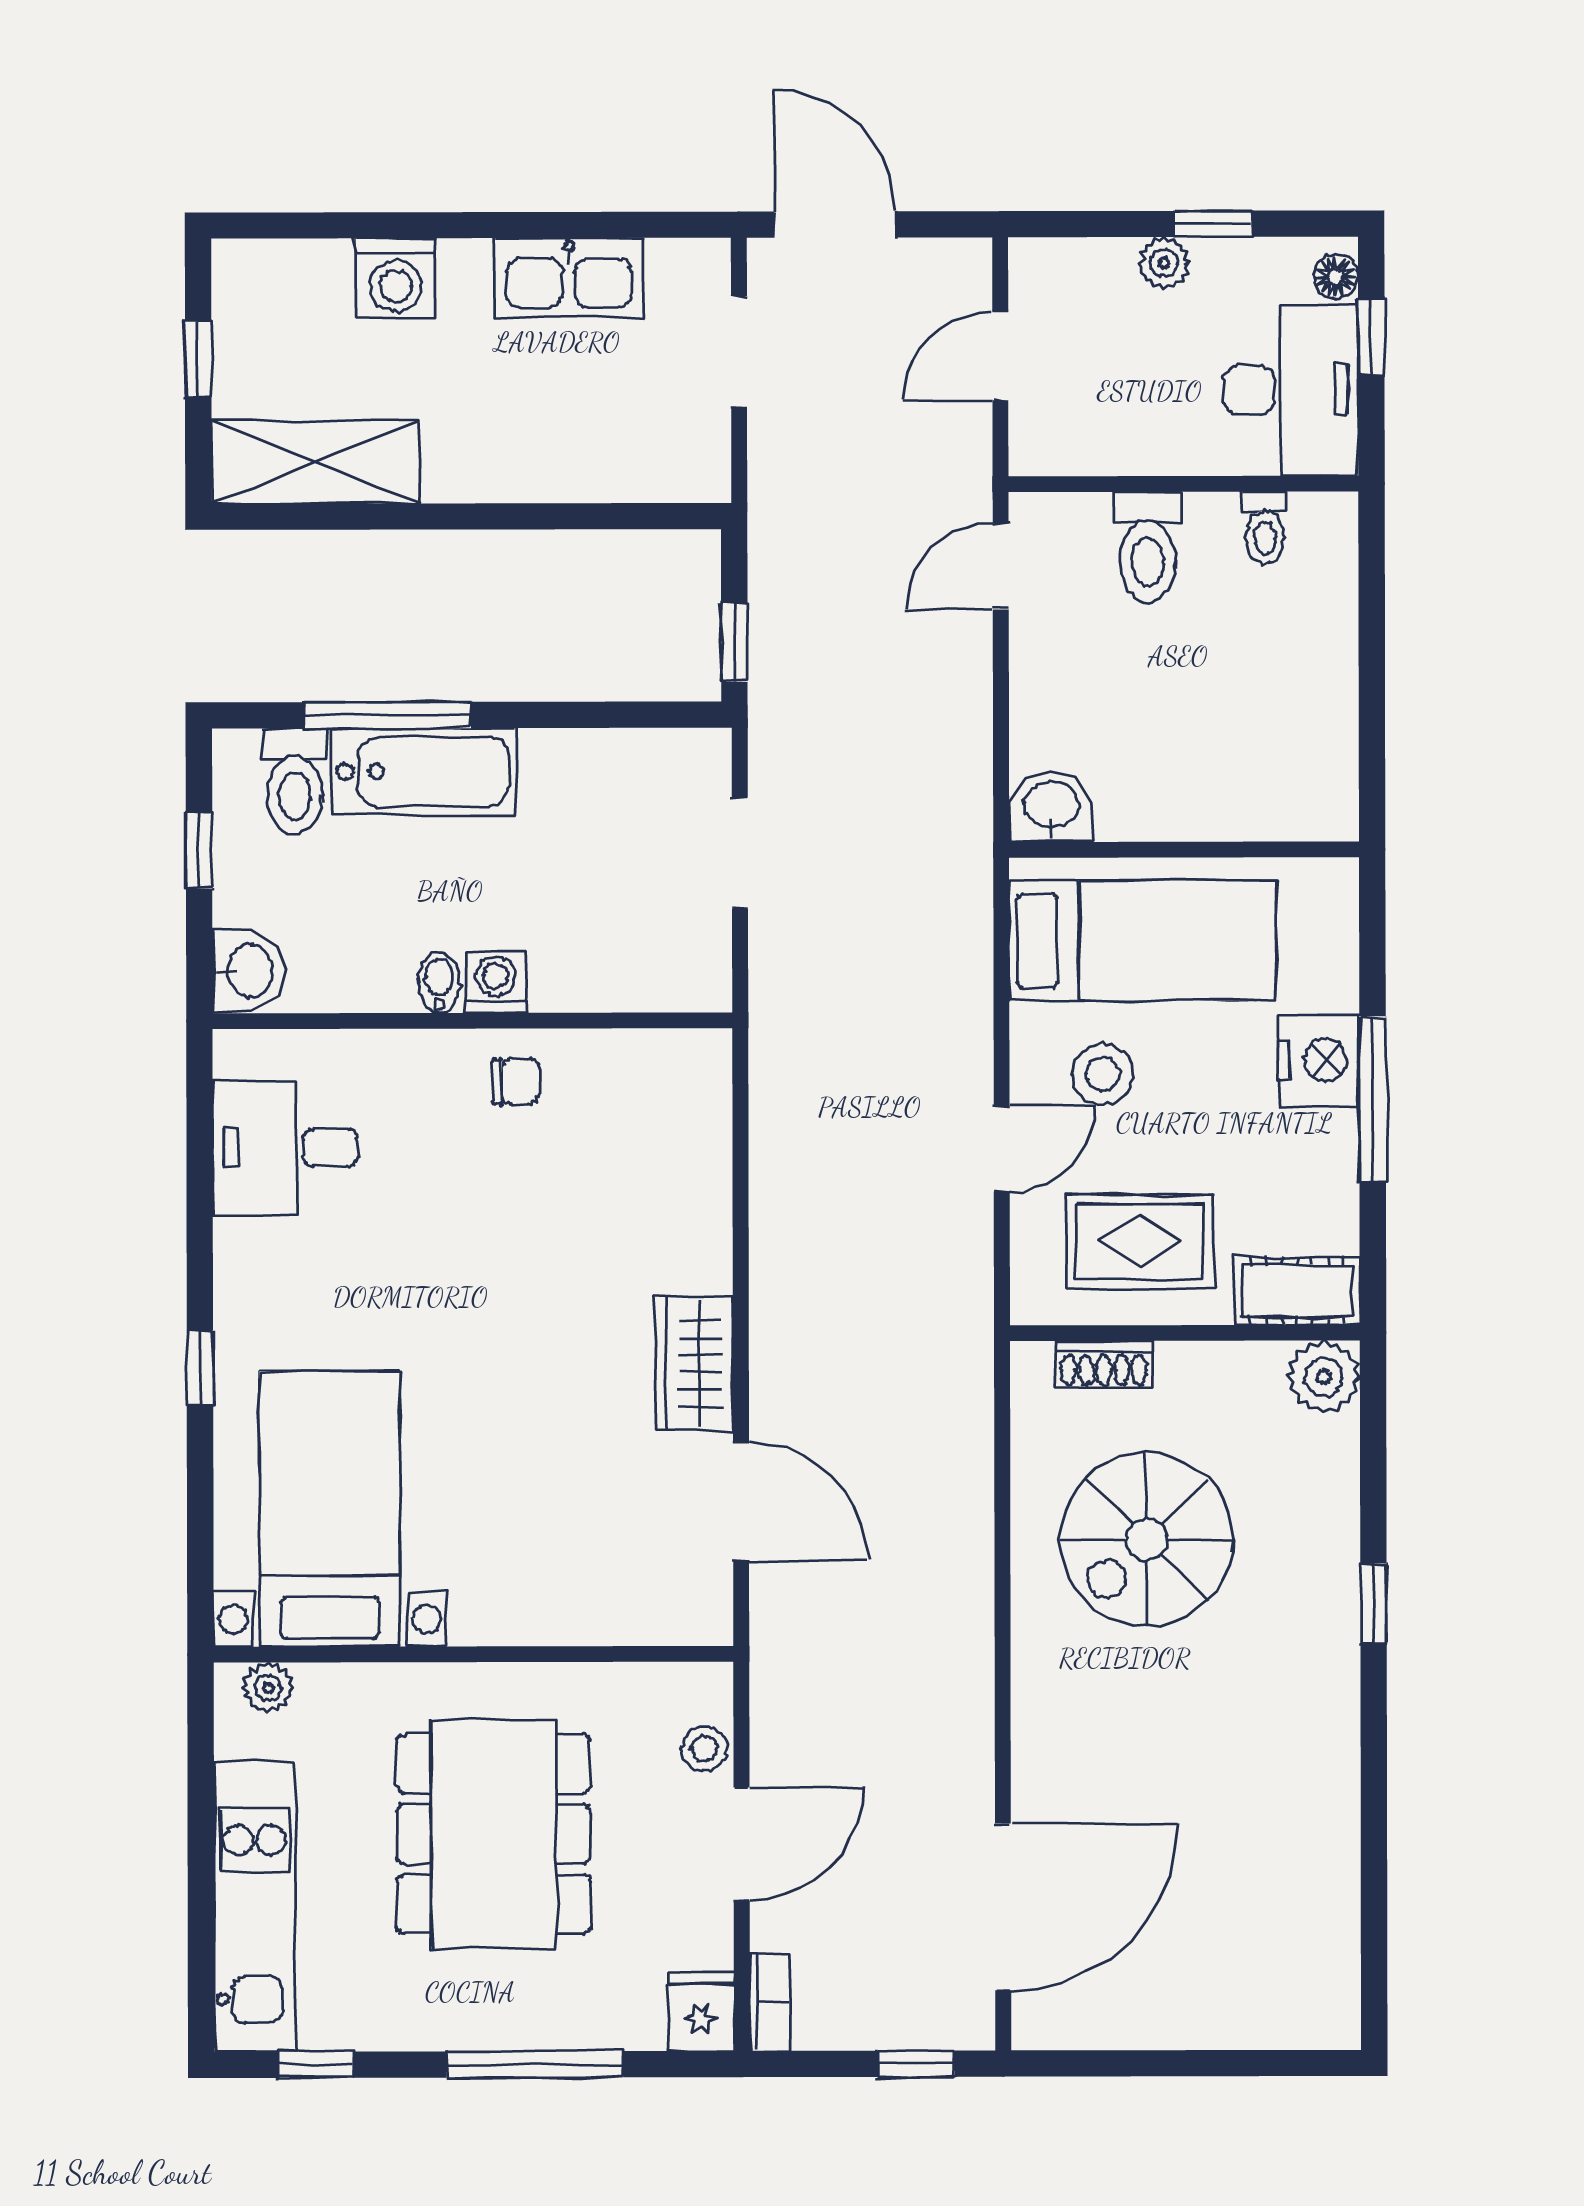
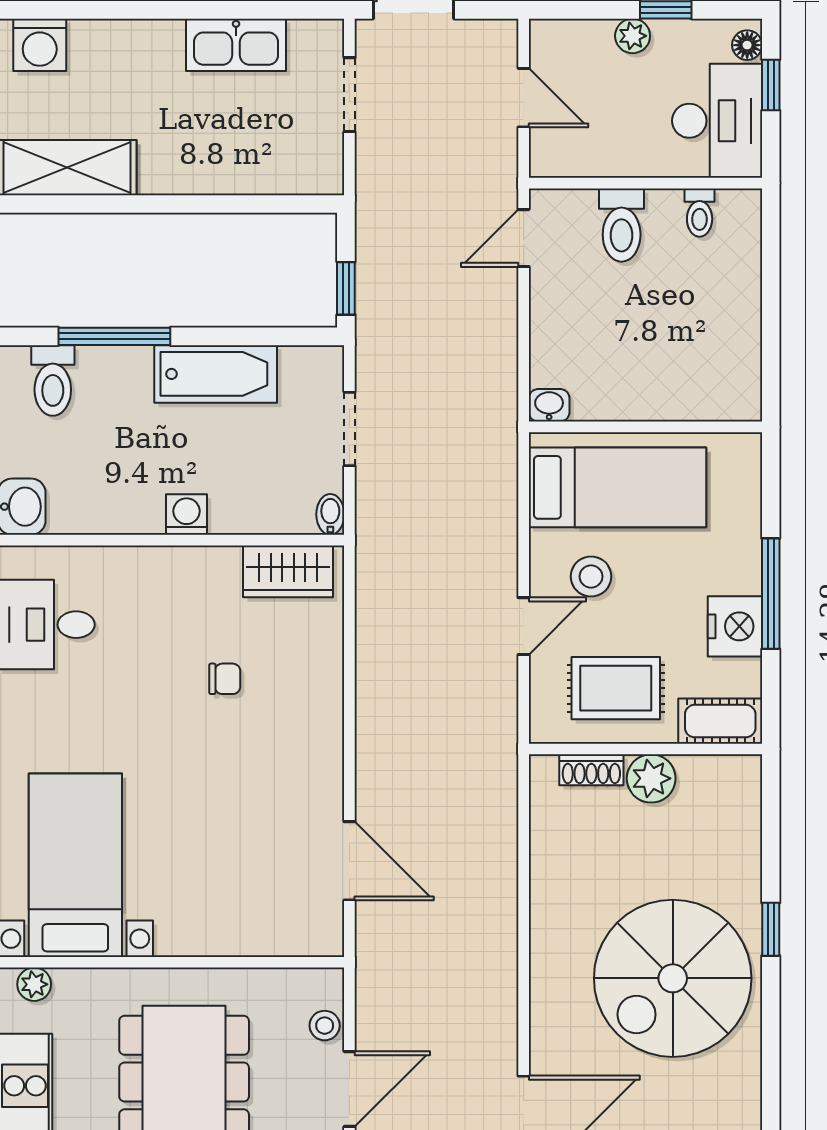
washing machine: (396, 278) -> (40, 45), moved
door: (1000, 356) -> (524, 98), swing flipped
bathtub: (424, 771) -> (216, 374), moved
washbasin: (1051, 806) -> (549, 405), width x0.72, depth x0.69
bidet: (439, 982) -> (330, 514), moved
nightstand: (1319, 1060) -> (735, 626), moved
chair: (516, 1081) -> (225, 679), moved
wardrobe: (694, 1363) -> (288, 571), moved, turned -90
plant: (1324, 1377) -> (651, 778), moved
spiral stairs: (1147, 1539) -> (673, 978), moved, width x1.37, depth x1.37

